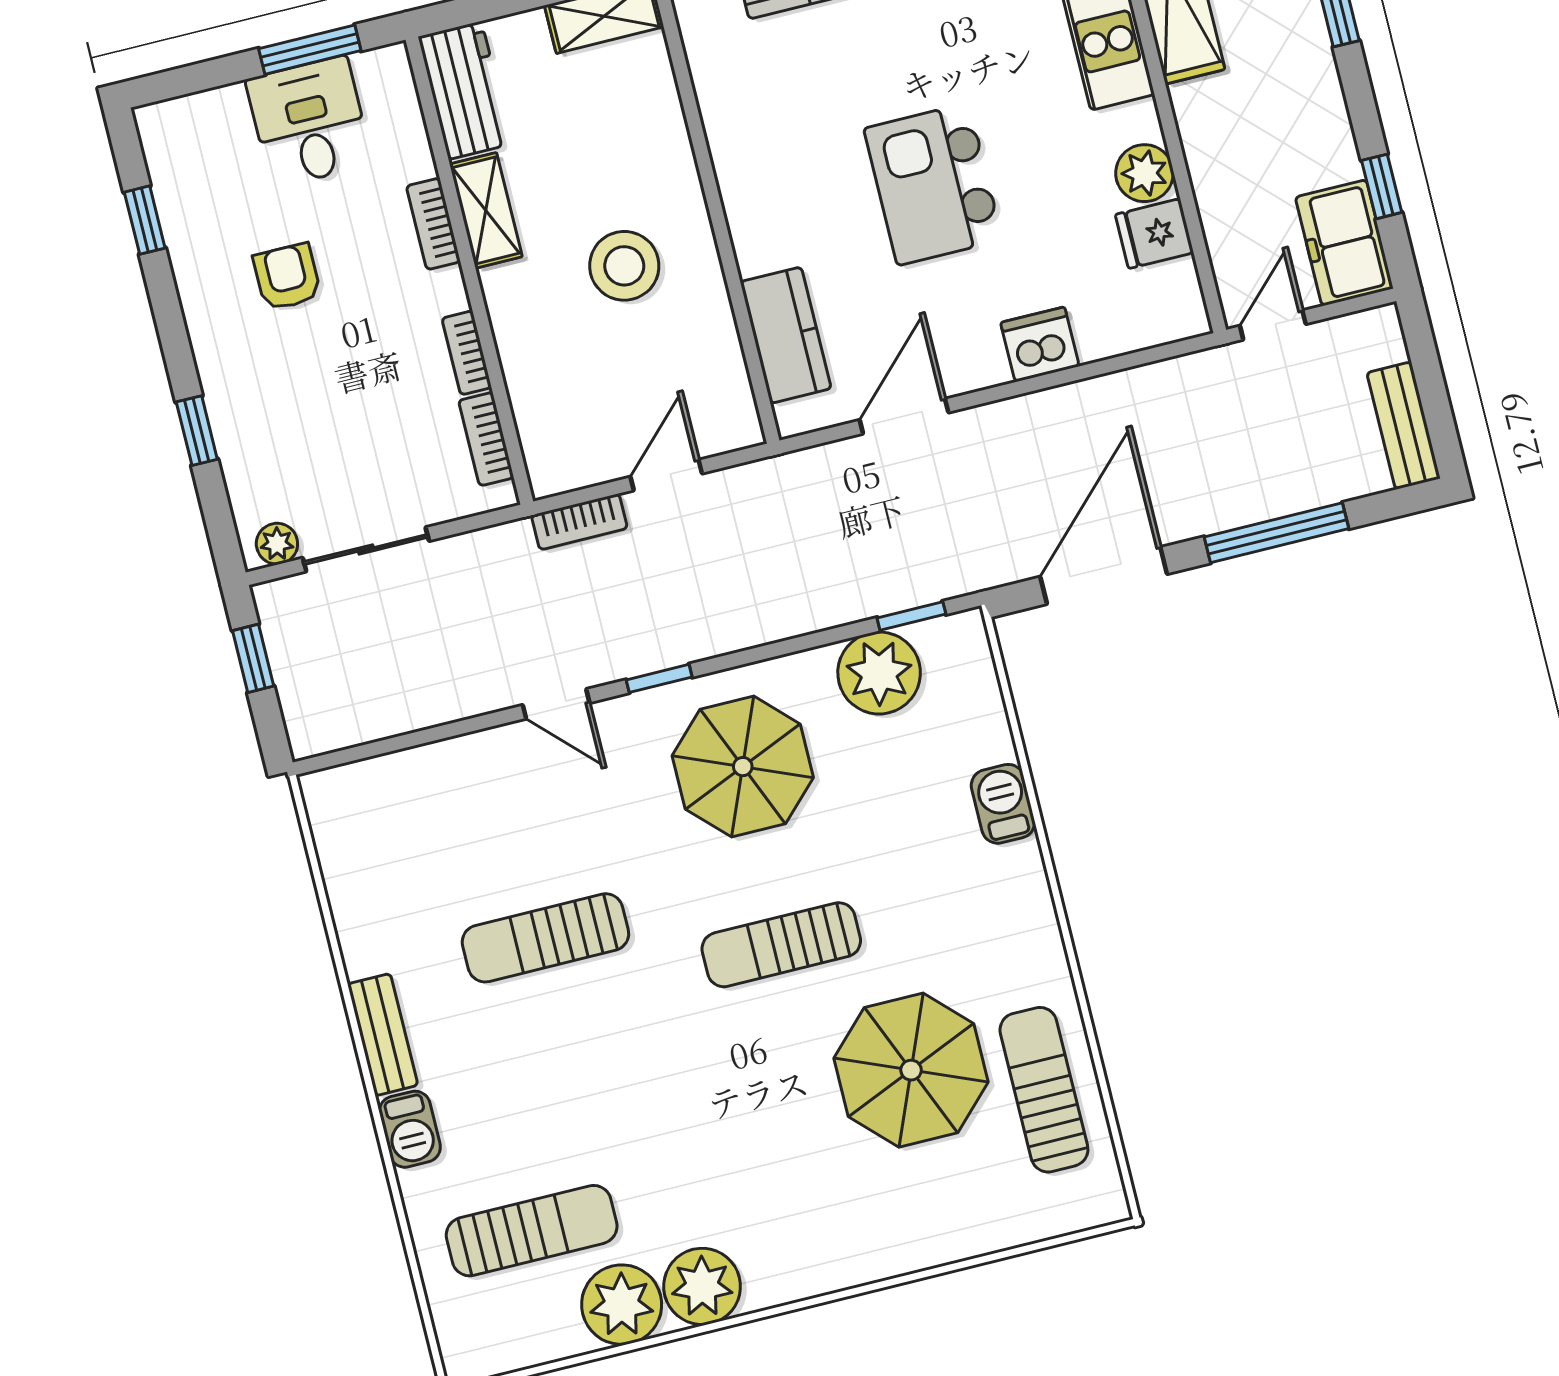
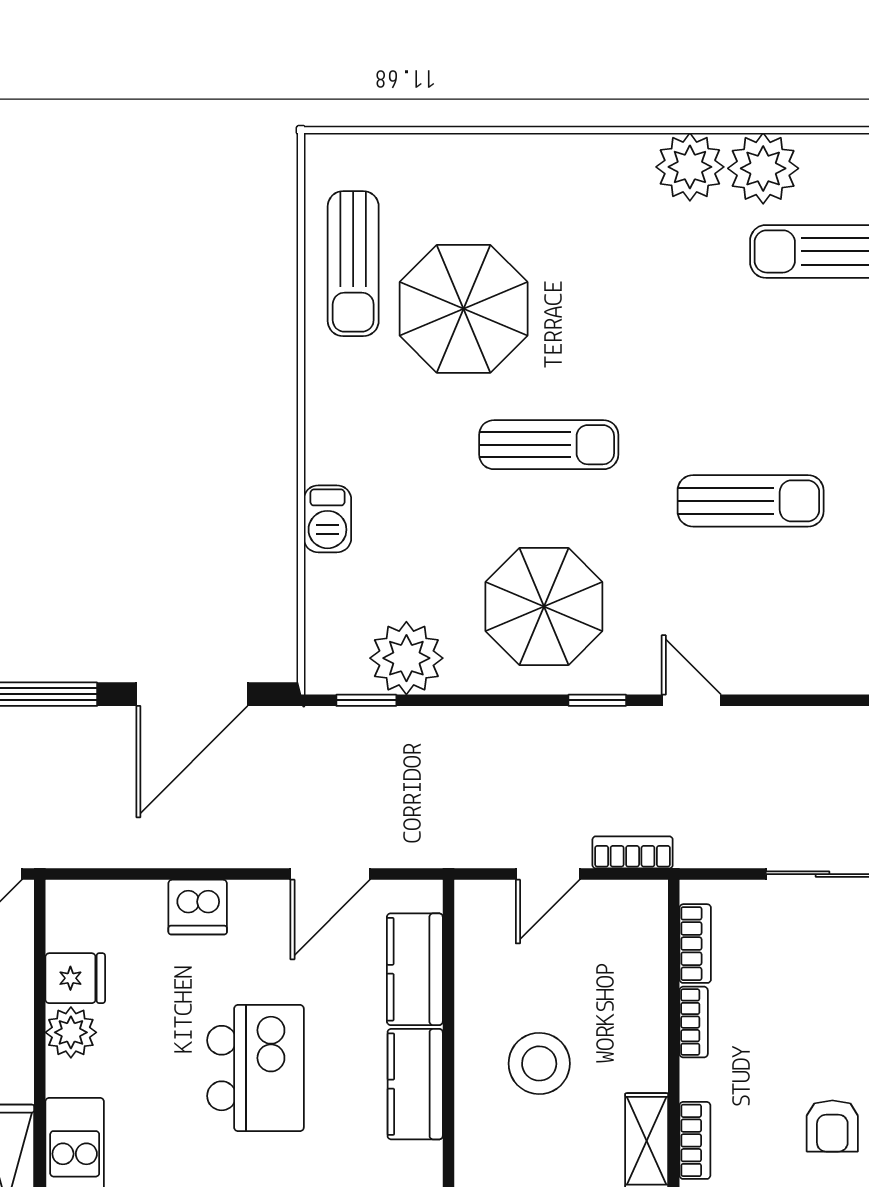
kitchen counter: (754, 210) -> (415, 1084), added

